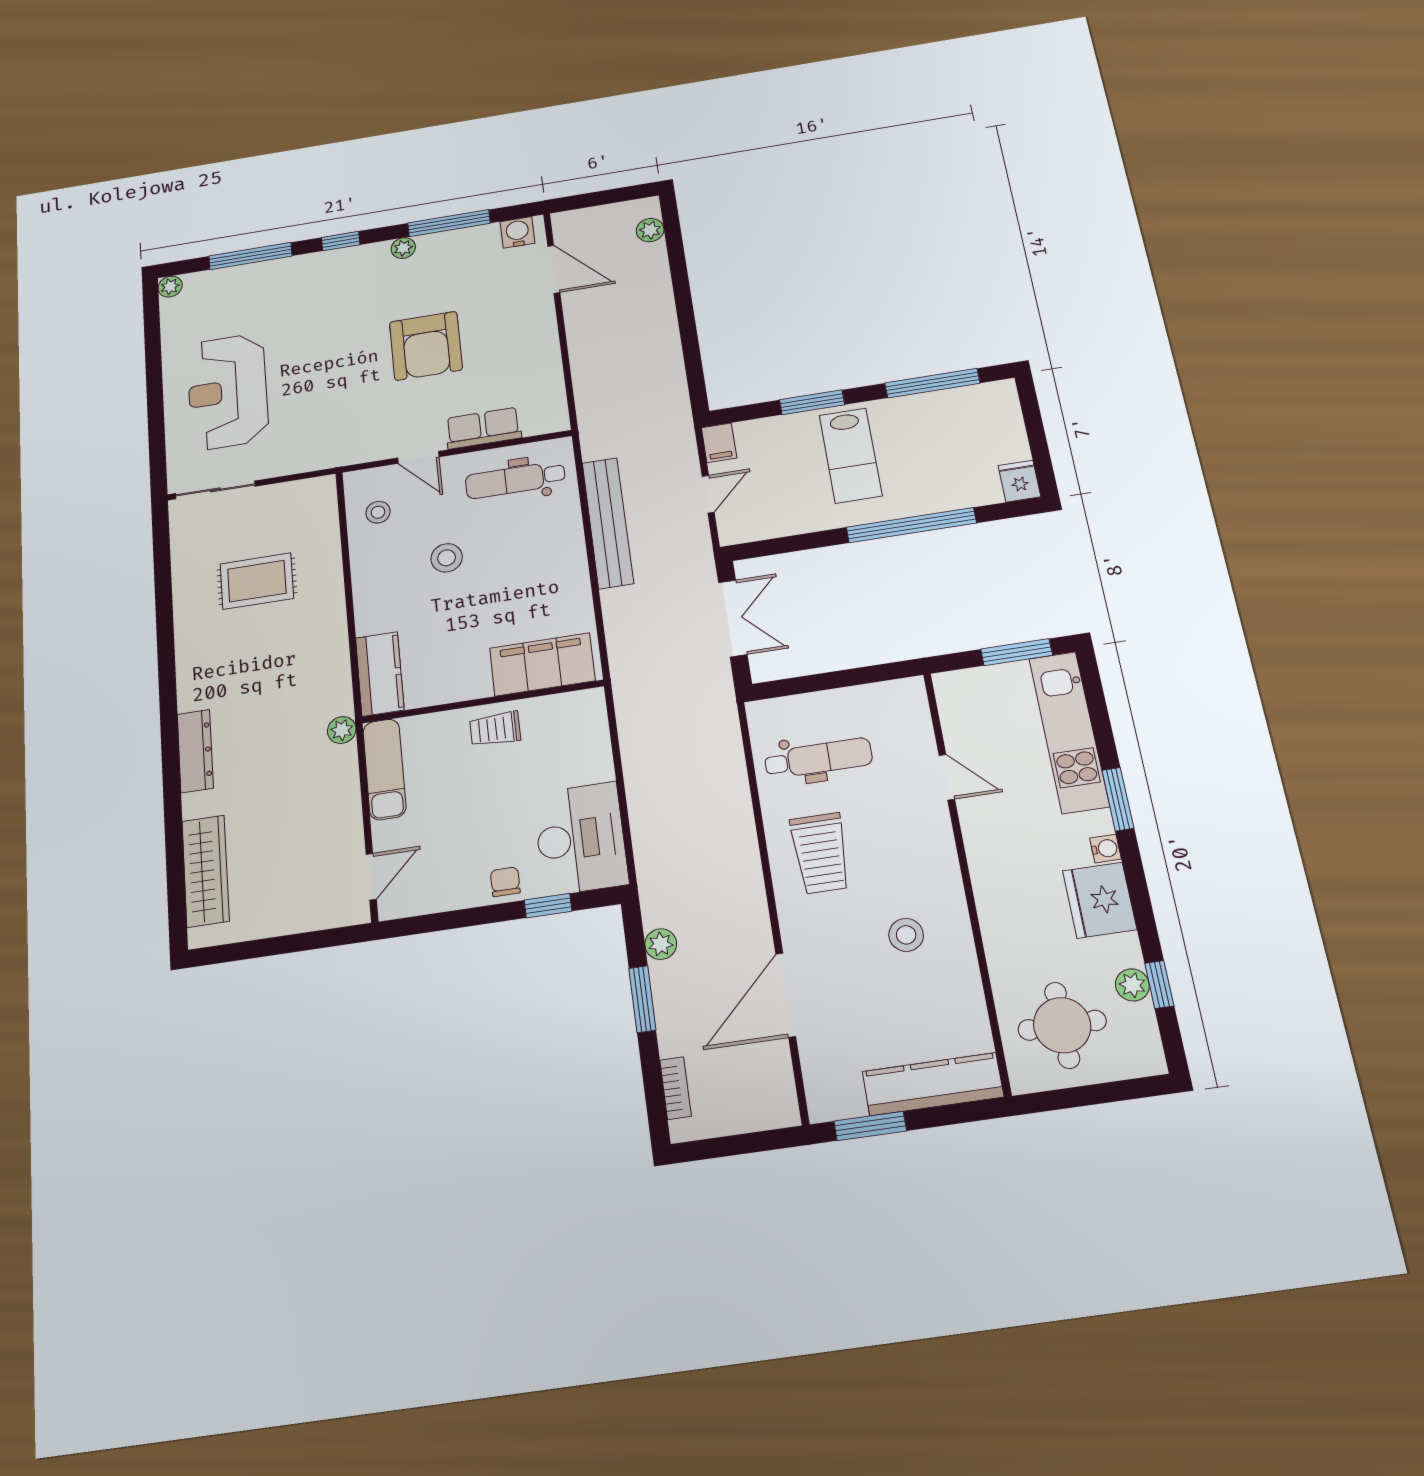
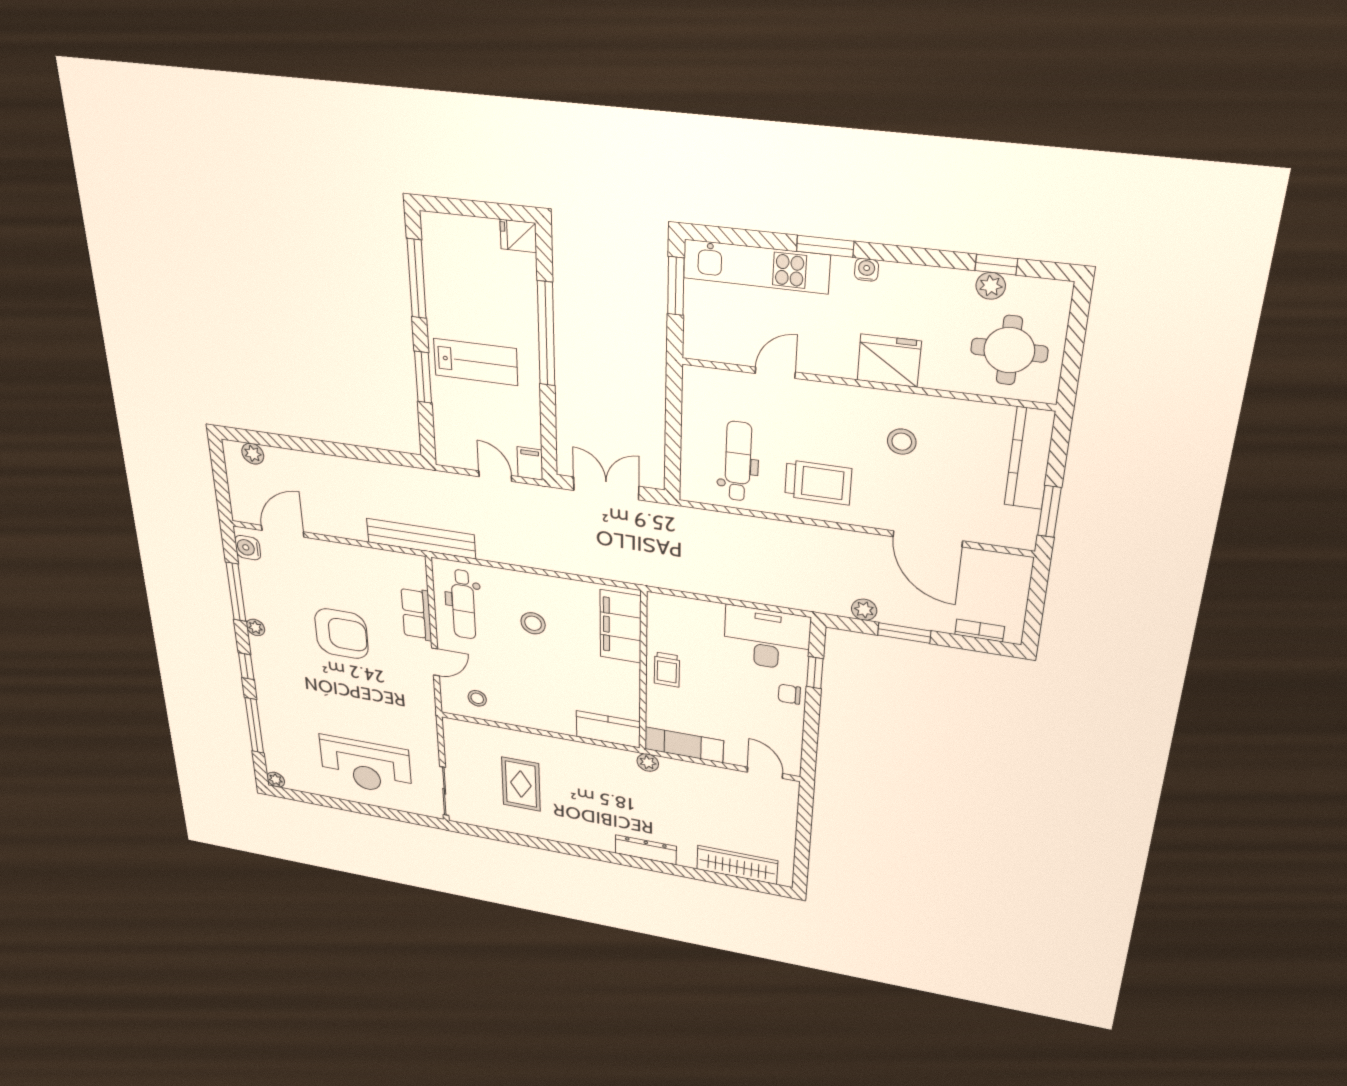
filing cabinet: (719, 443) -> (530, 463), moved, turned -90
bench: (608, 523) -> (421, 539), moved
stool: (447, 558) -> (533, 623), moved
fridge: (1100, 900) -> (889, 361), moved, turned 180

